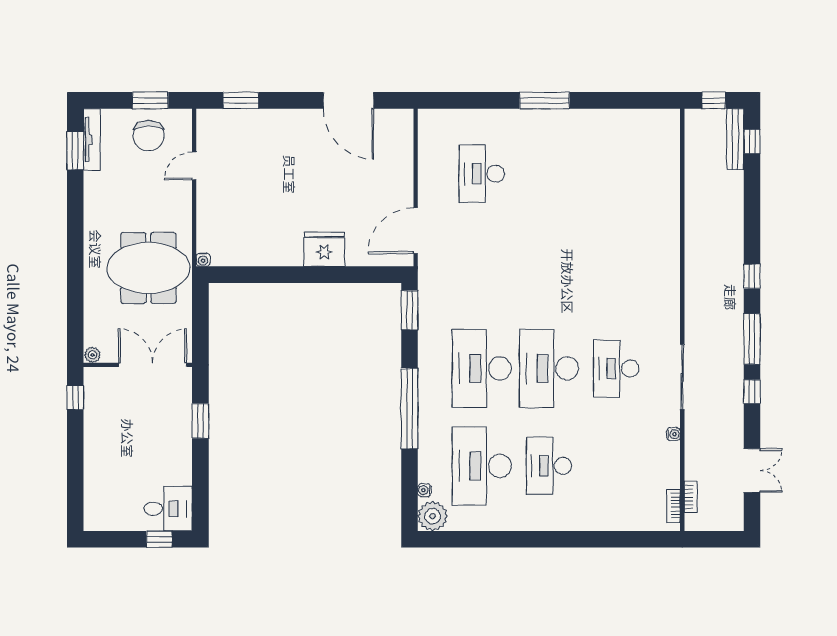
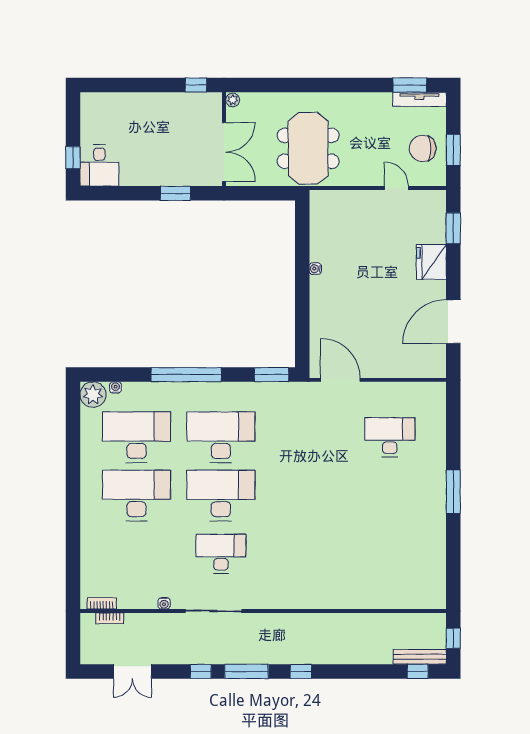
fridge: (324, 249) -> (431, 262), moved, turned 180
water cooler: (203, 260) -> (315, 269), moved
desk: (549, 466) -> (136, 495), width x1.36, depth x1.30

